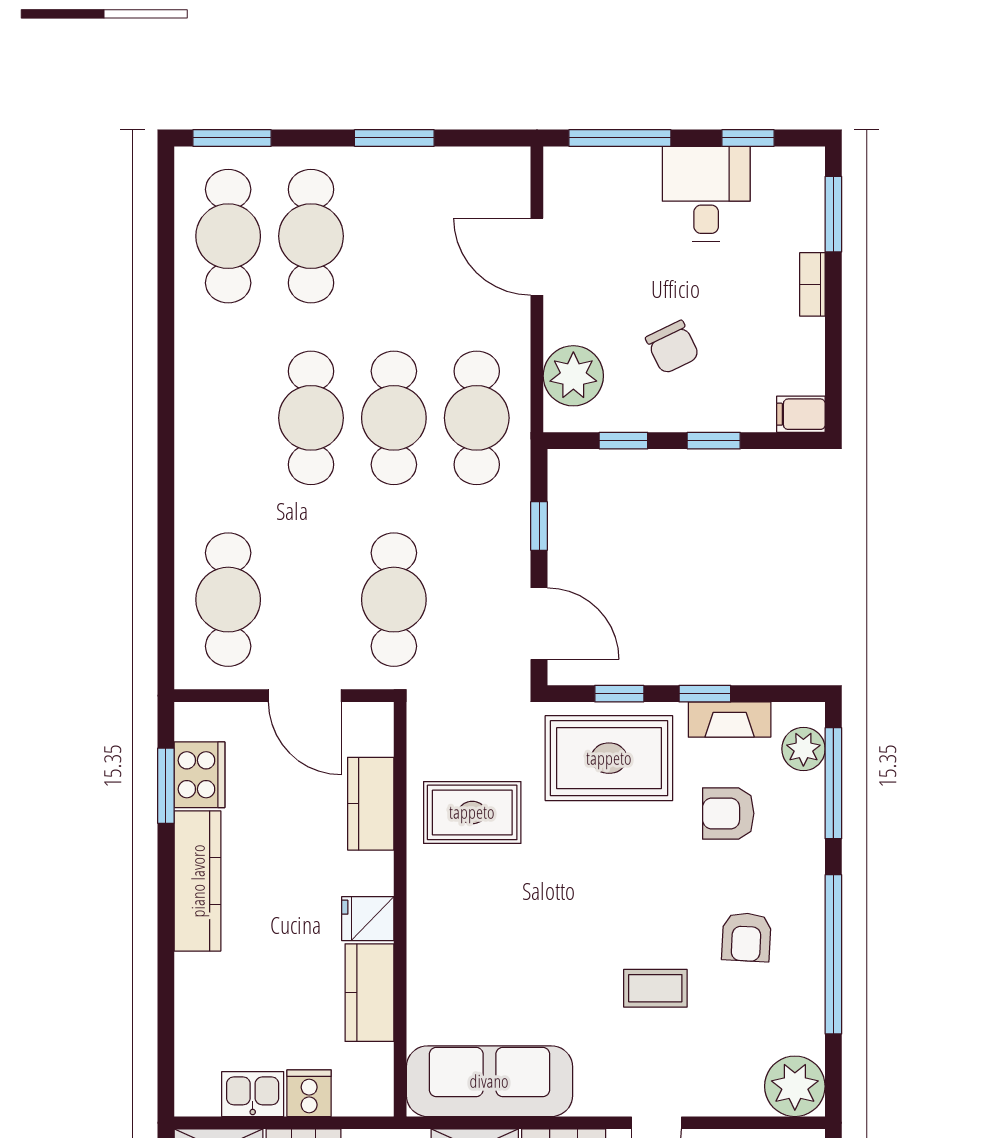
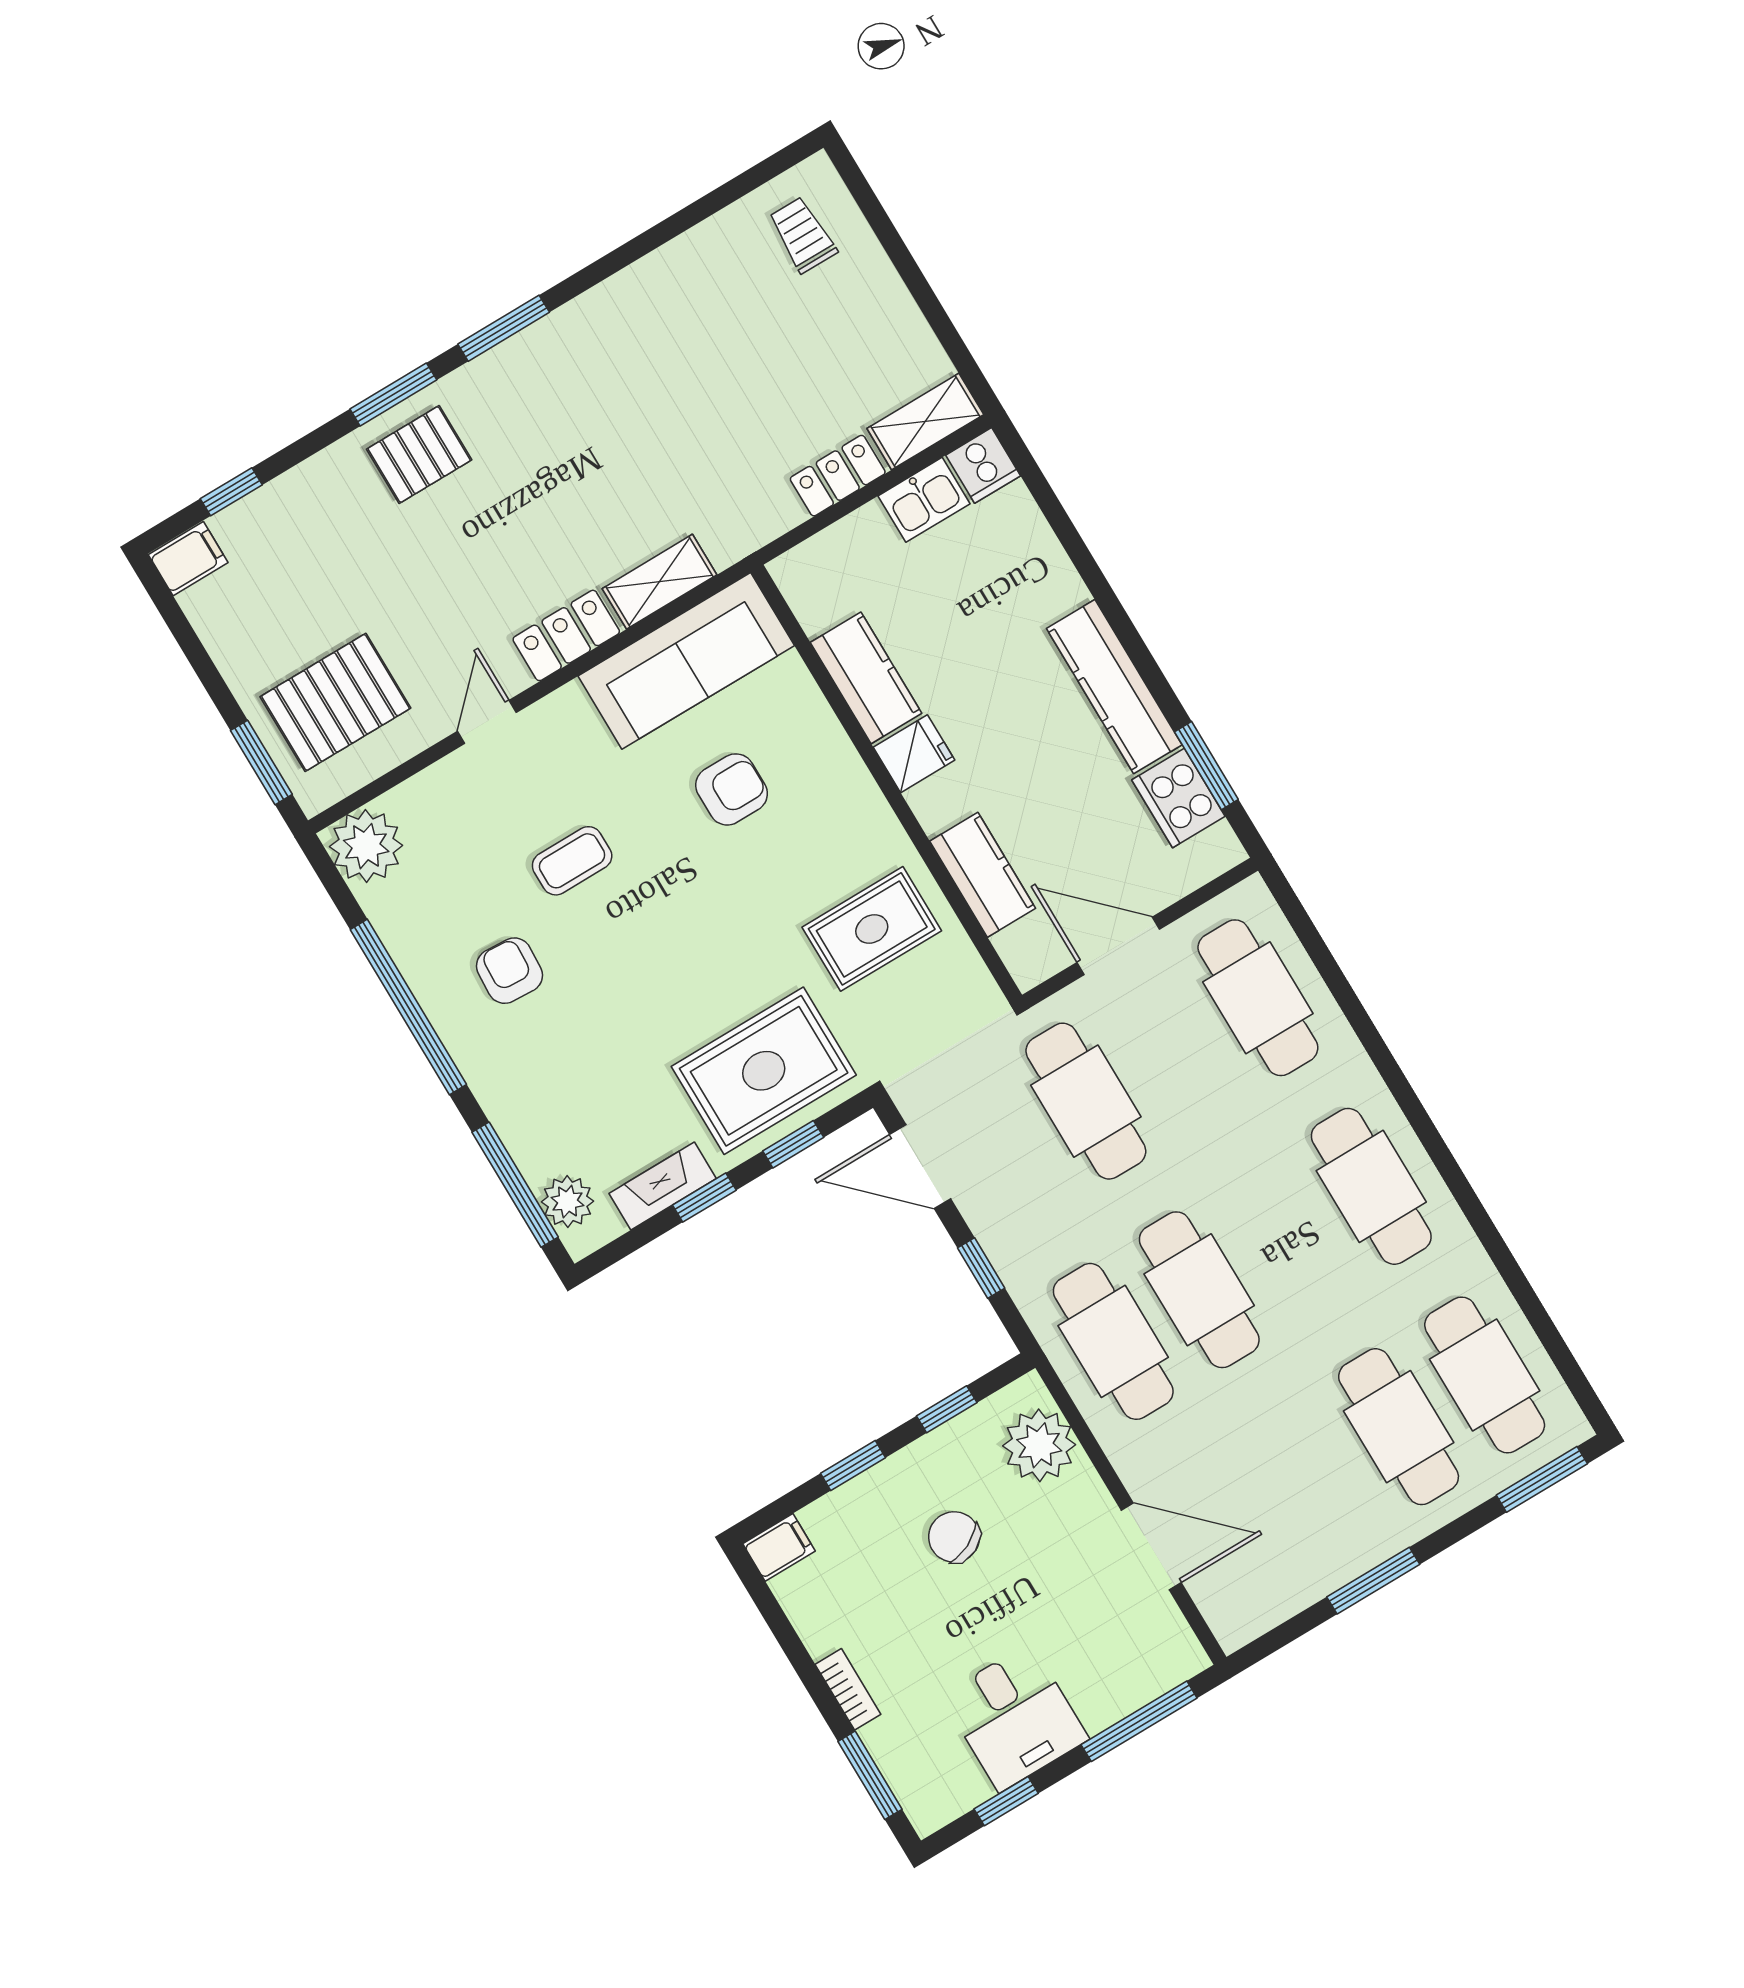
cafe table: (311, 418) -> (1371, 1186), moved
armchair: (728, 813) -> (732, 789), moved
cooker: (309, 1093) -> (983, 465), moved

